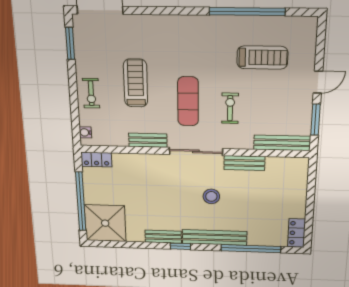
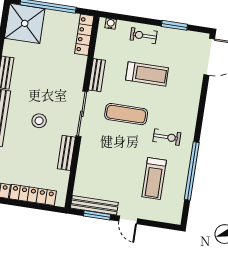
window: (70, 43) -> (174, 25), moved
exercise bike: (230, 108) -> (167, 137), moved
bench: (282, 143) -> (94, 205), moved, turned 90
locker: (96, 159) -> (84, 35), width x1.53
locker: (298, 193) -> (33, 195), added

